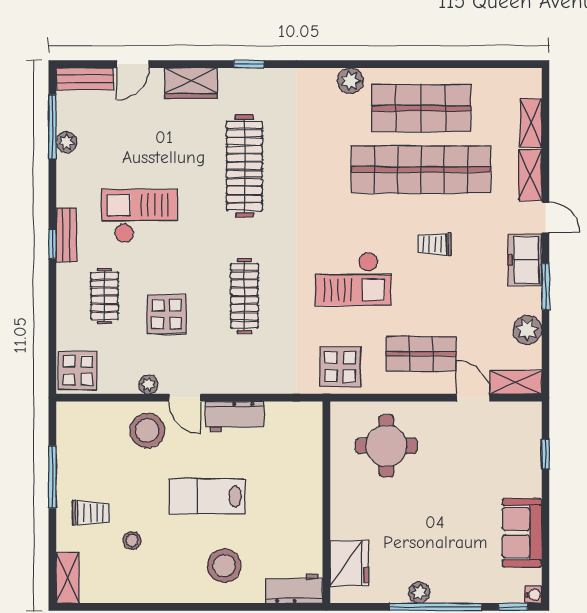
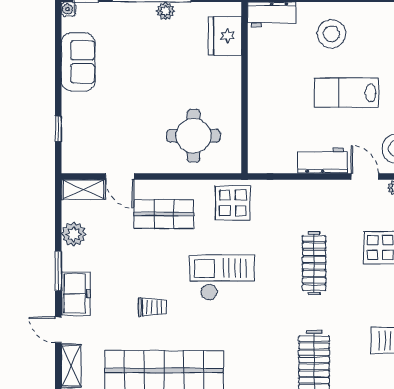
lab bench: (207, 496) -> (346, 93), turned 180

